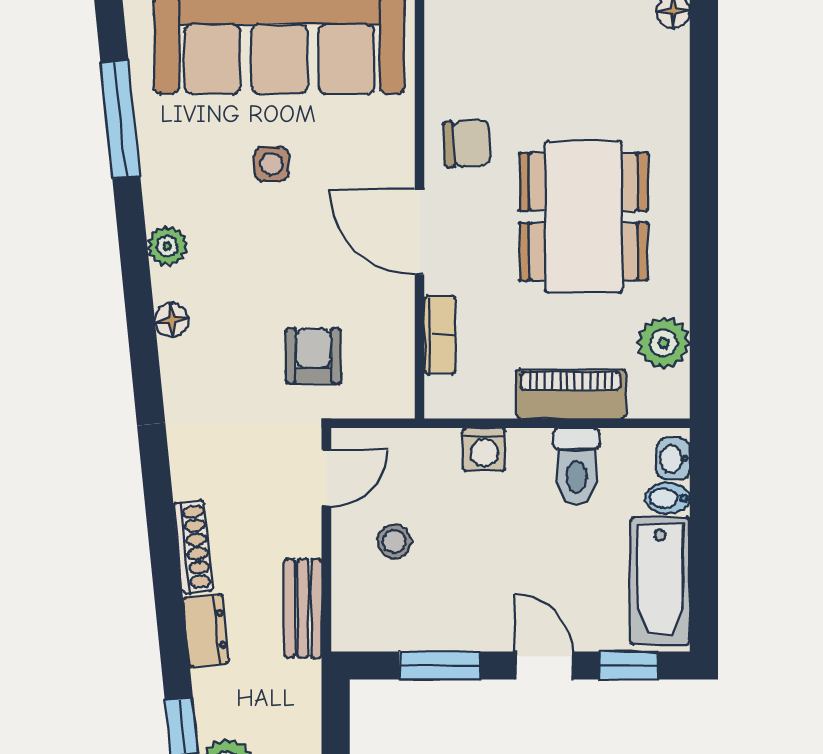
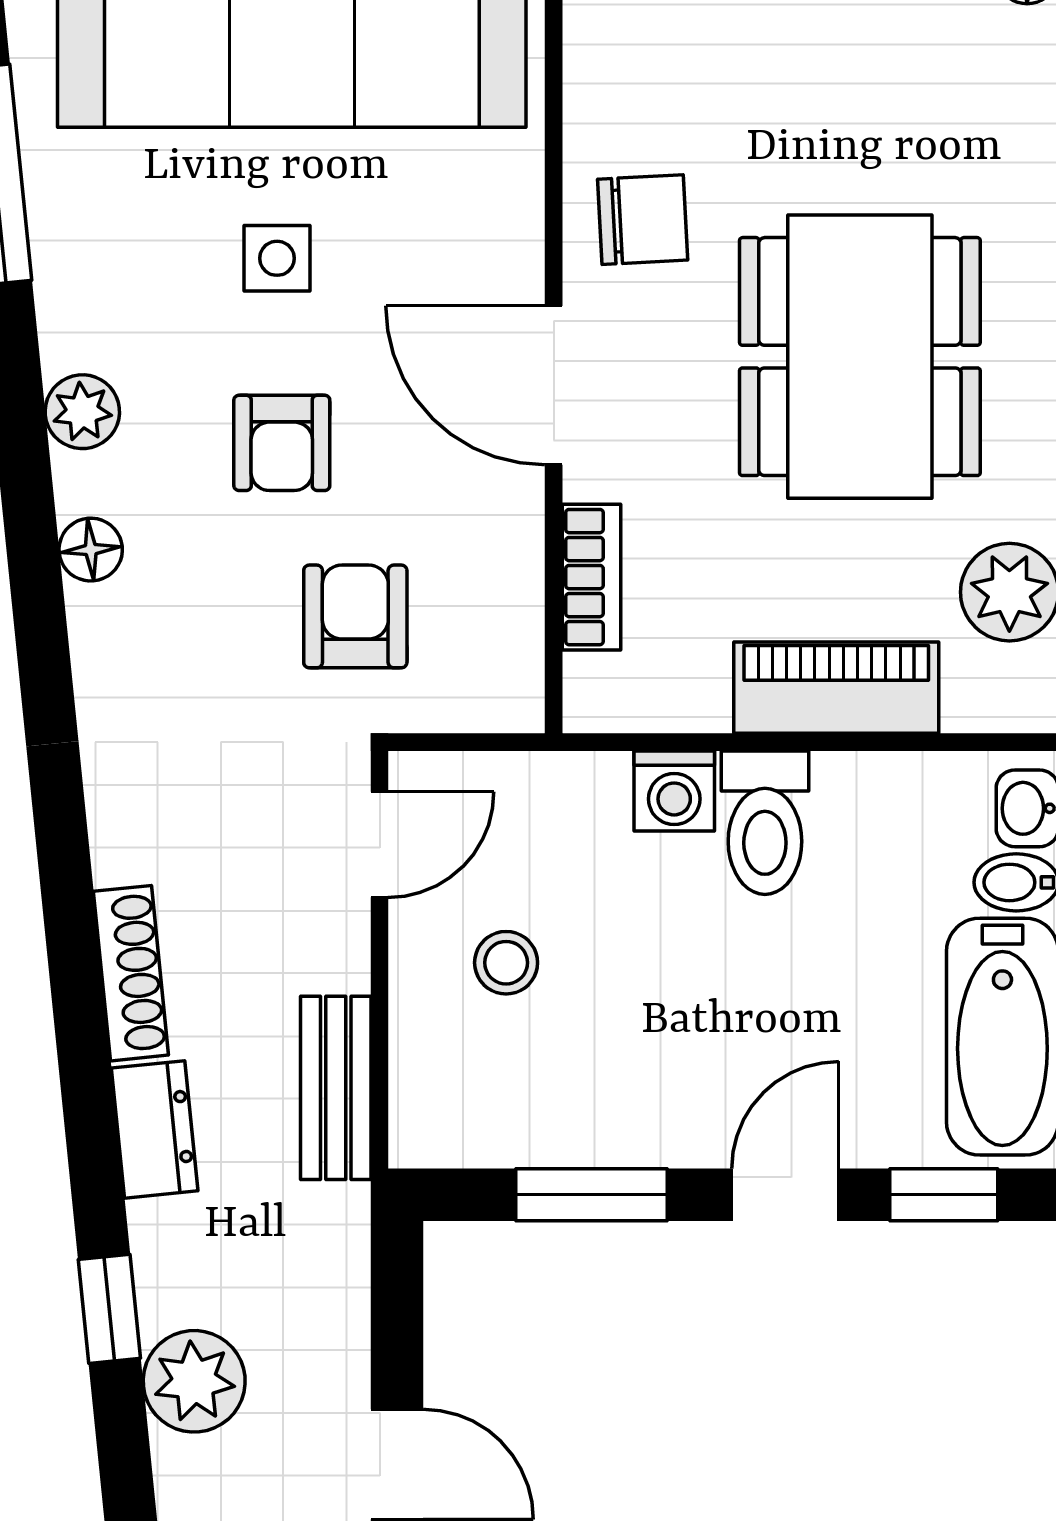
armchair: (274, 263) -> (282, 443), added
toilet: (576, 466) -> (765, 823), moved
door: (544, 666) -> (785, 1195), hinge flipped

